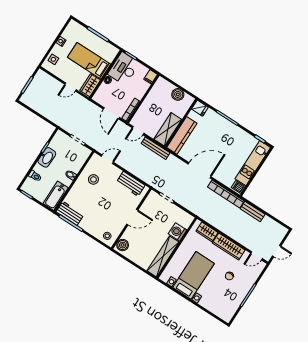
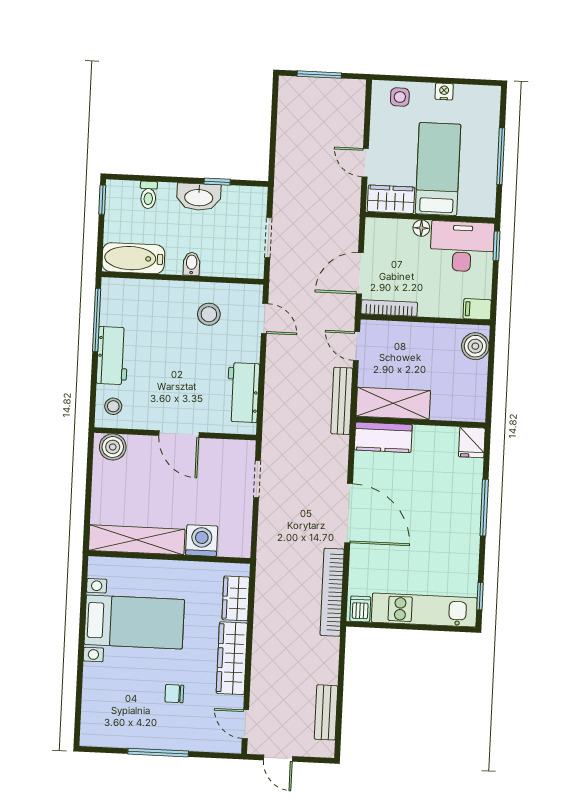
boiler: (178, 94) -> (475, 346), moved
kitchen counter: (182, 135) -> (383, 437), width x0.67
bench: (253, 212) -> (326, 712), moved
workbench: (70, 213) -> (112, 356), moved

